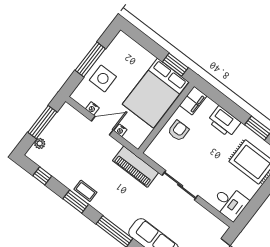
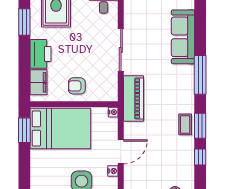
filing cabinet: (193, 101) -> (39, 82), moved, turned 90
door: (102, 126) -> (121, 152), swing flipped
nightstand: (120, 130) -> (113, 112), moved
window: (42, 176) -> (200, 157), moved

